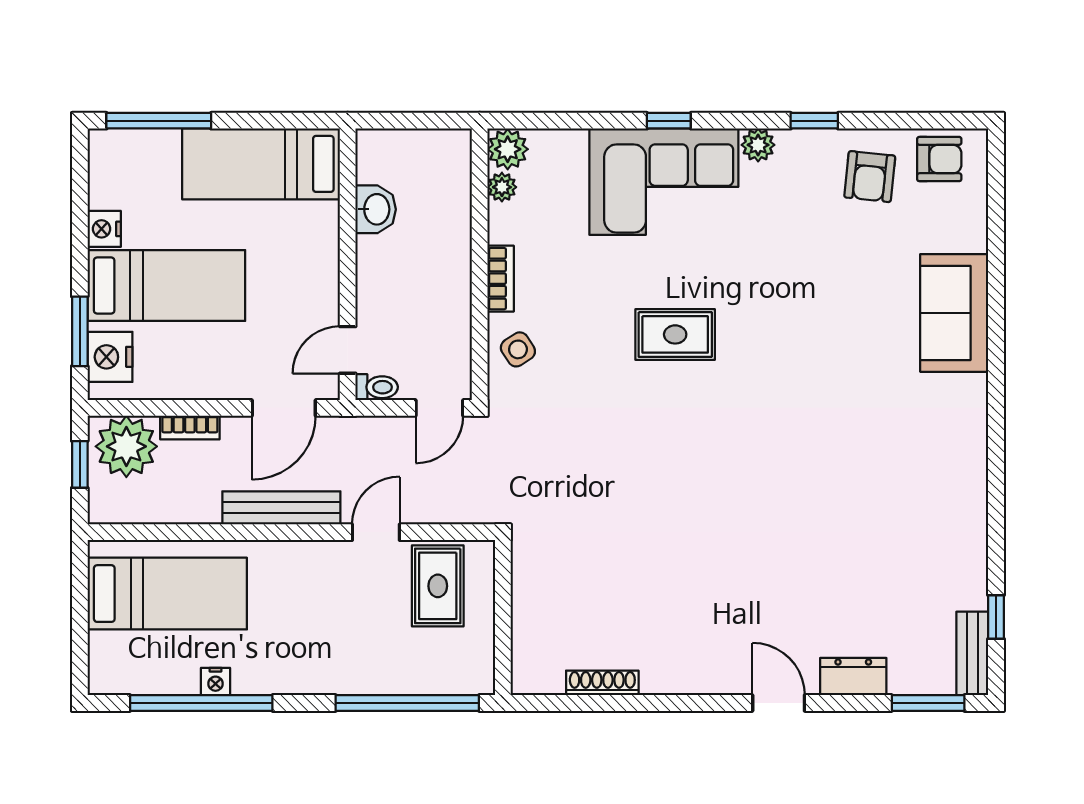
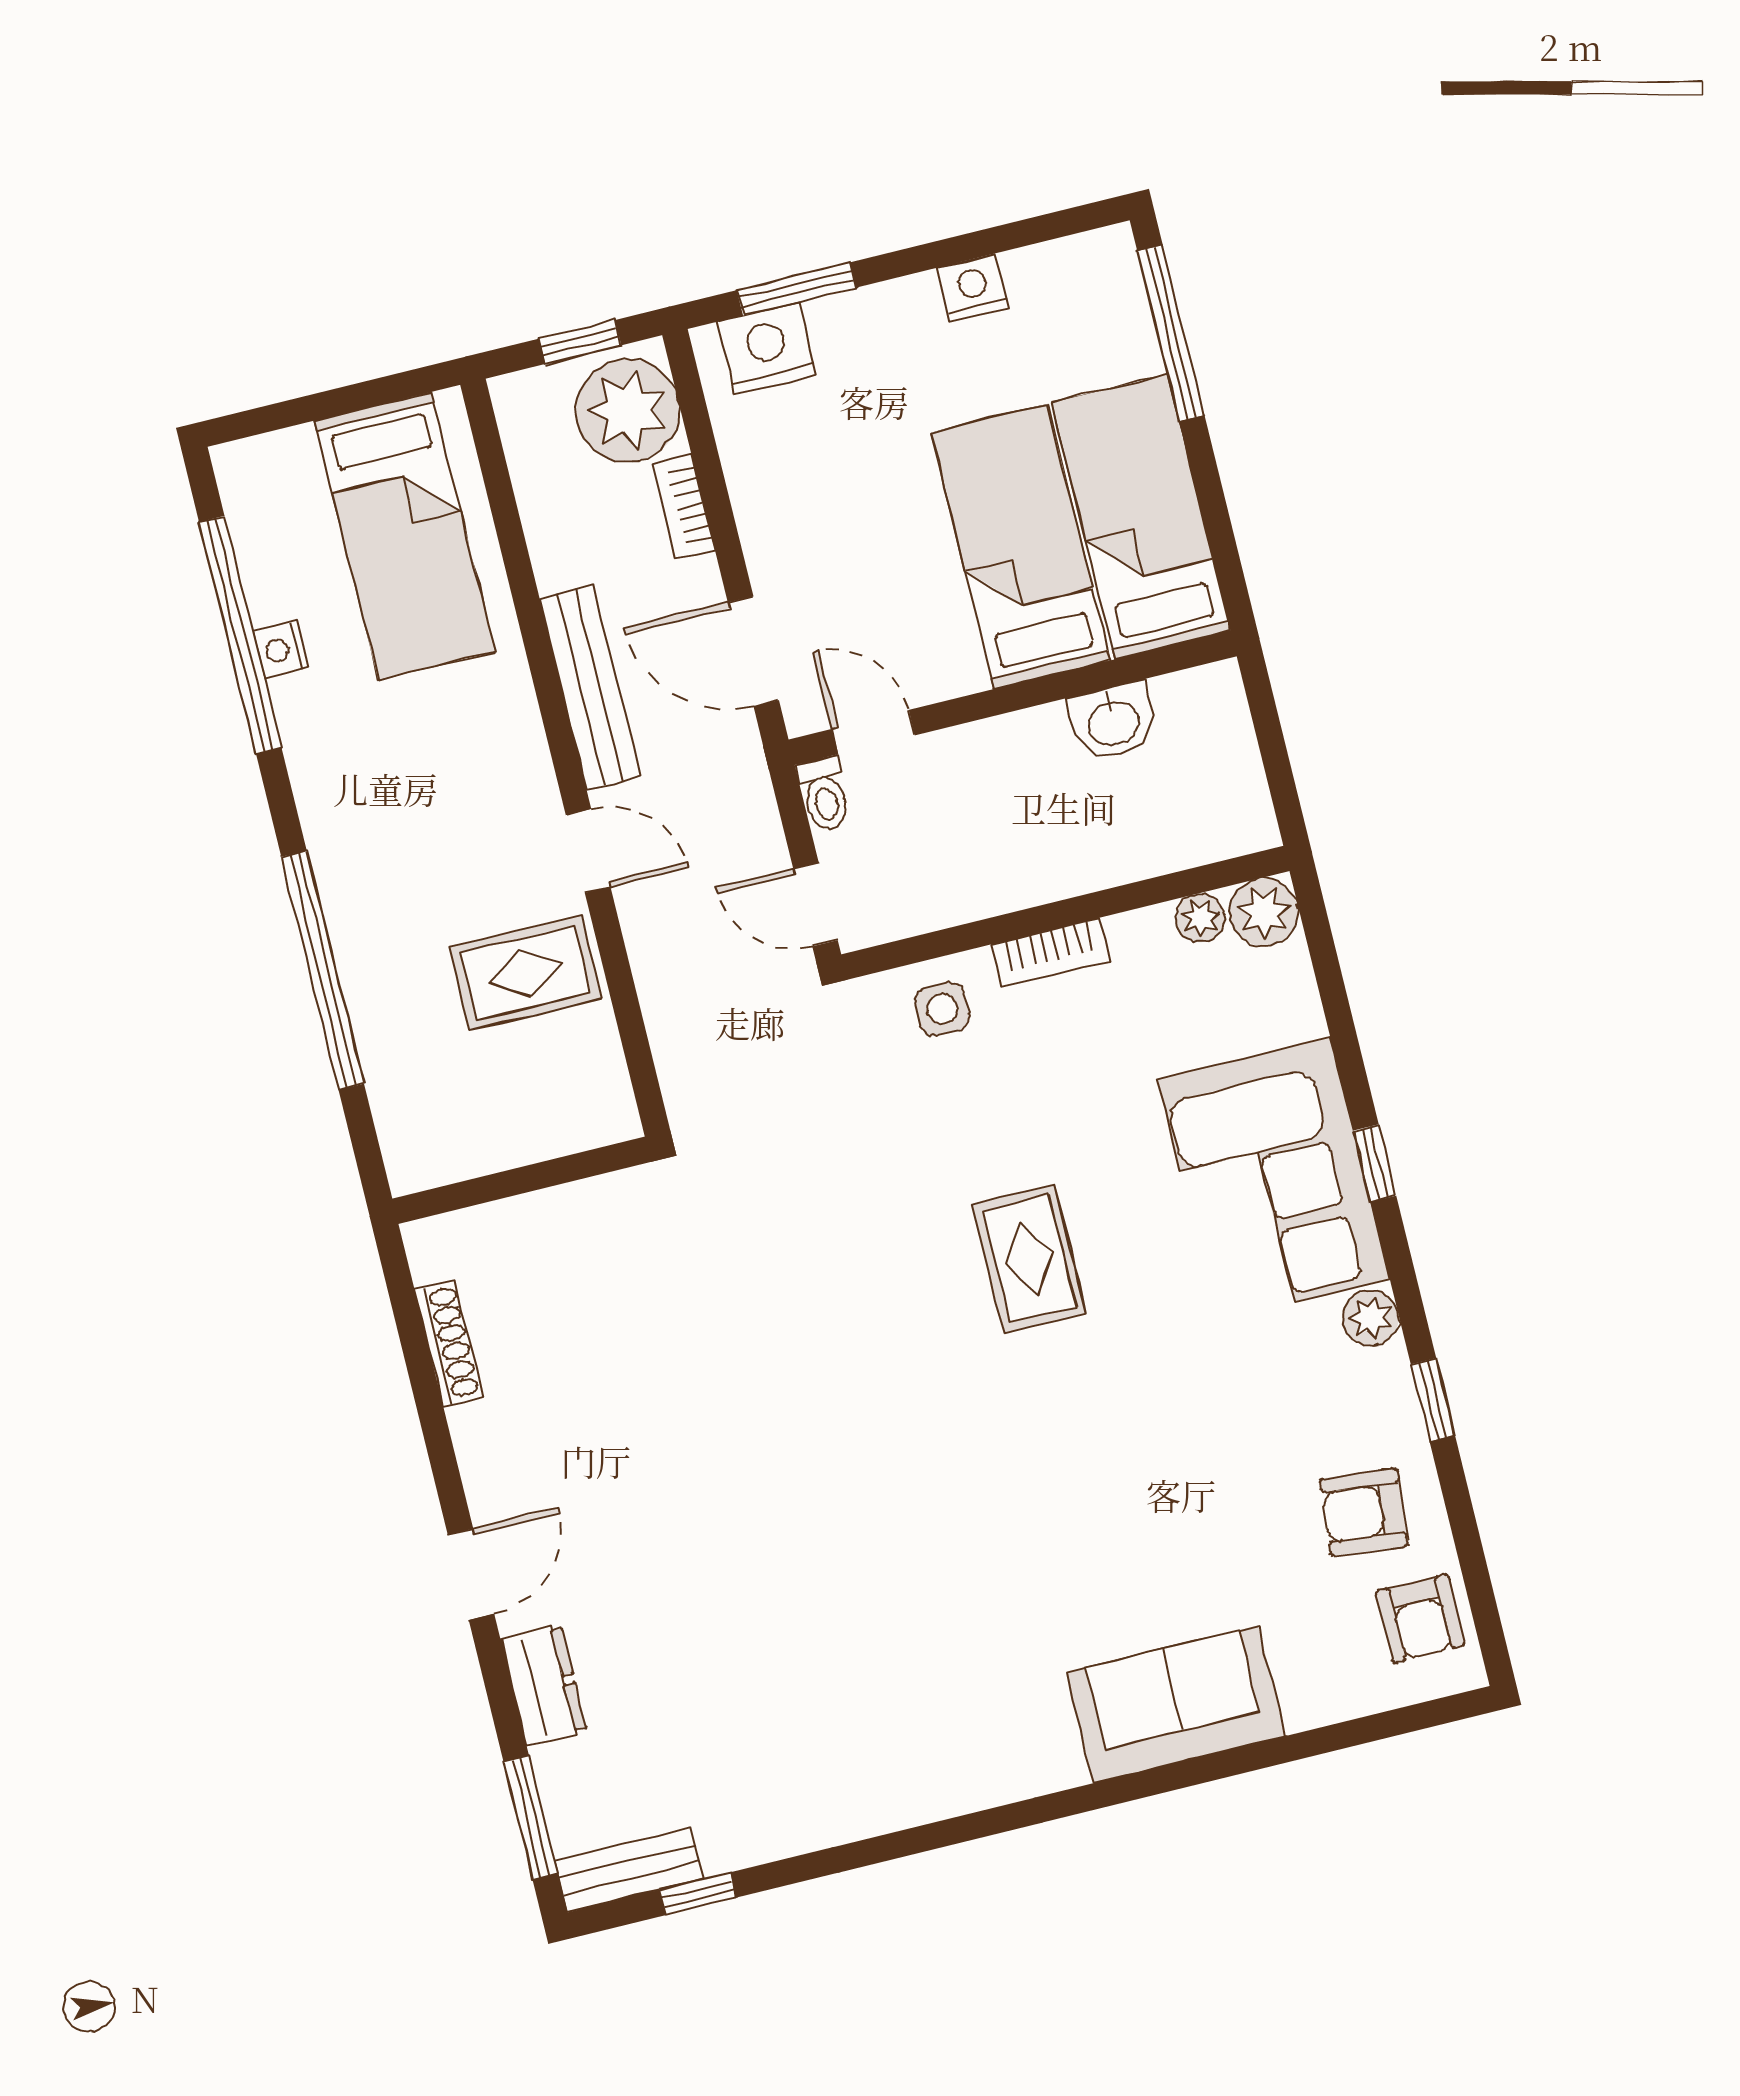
bed: (166, 286) -> (1021, 546), moved, turned 180
side table: (518, 349) -> (942, 1009), turned 33
wall: (503, 618) -> (522, 1180), moved
shoe rack: (602, 683) -> (449, 1343), moved

